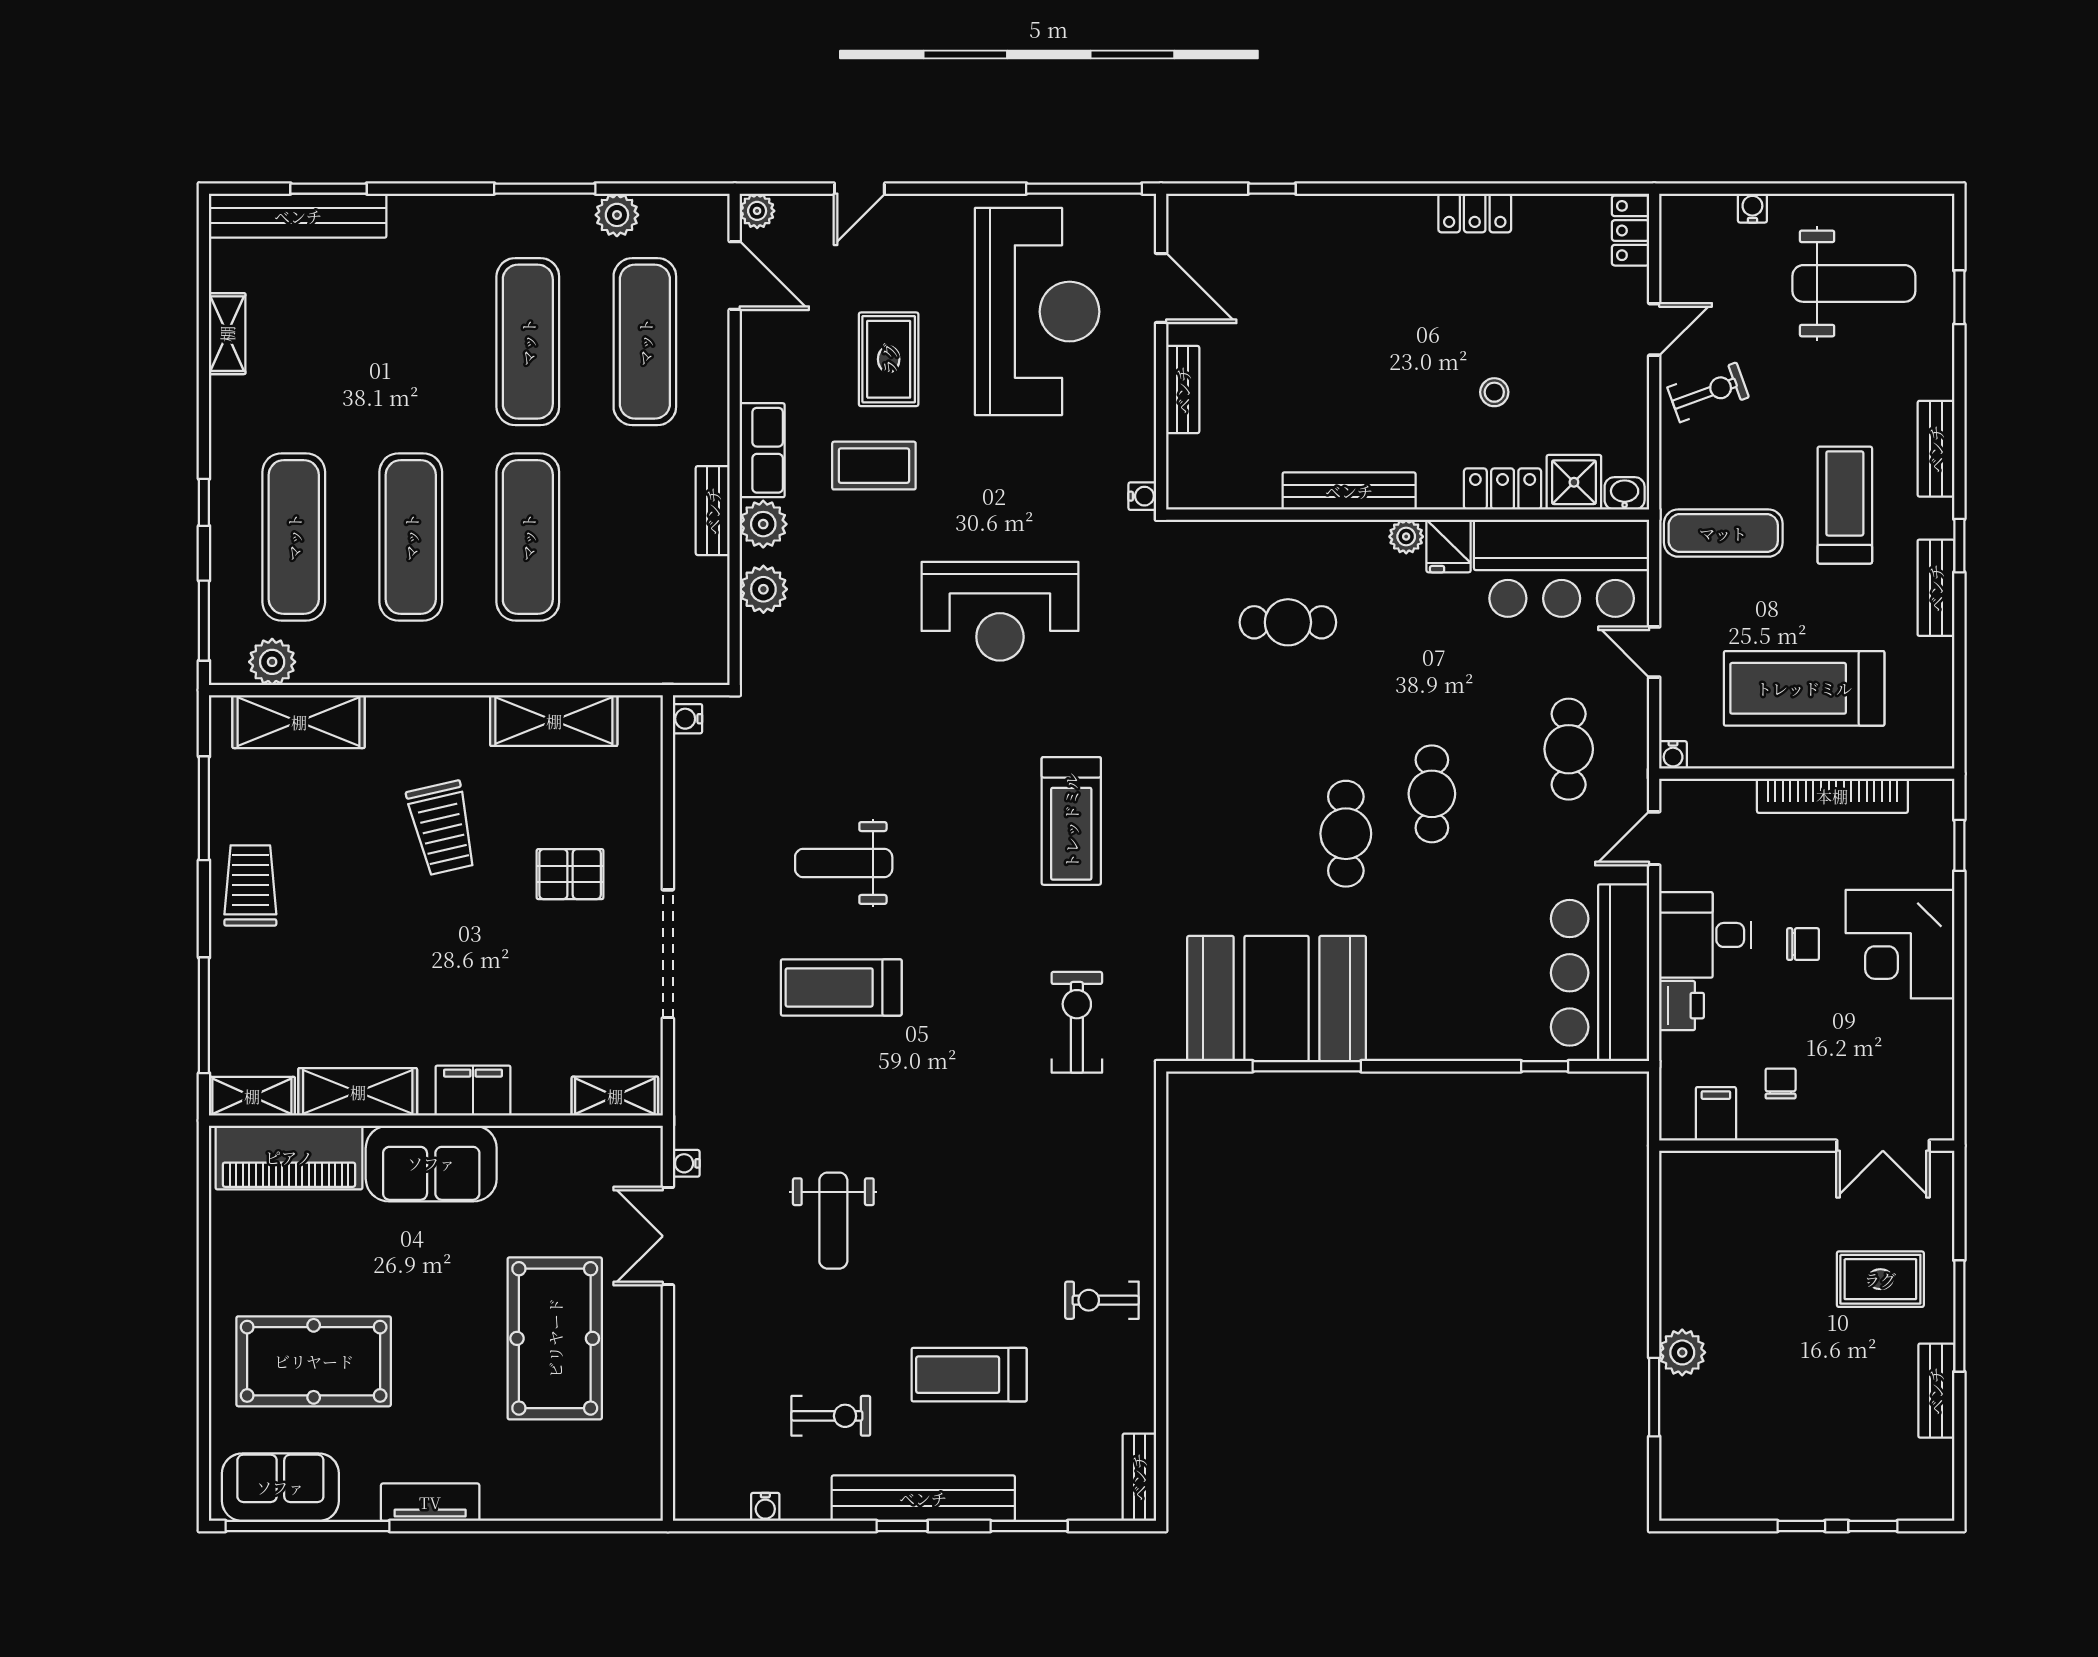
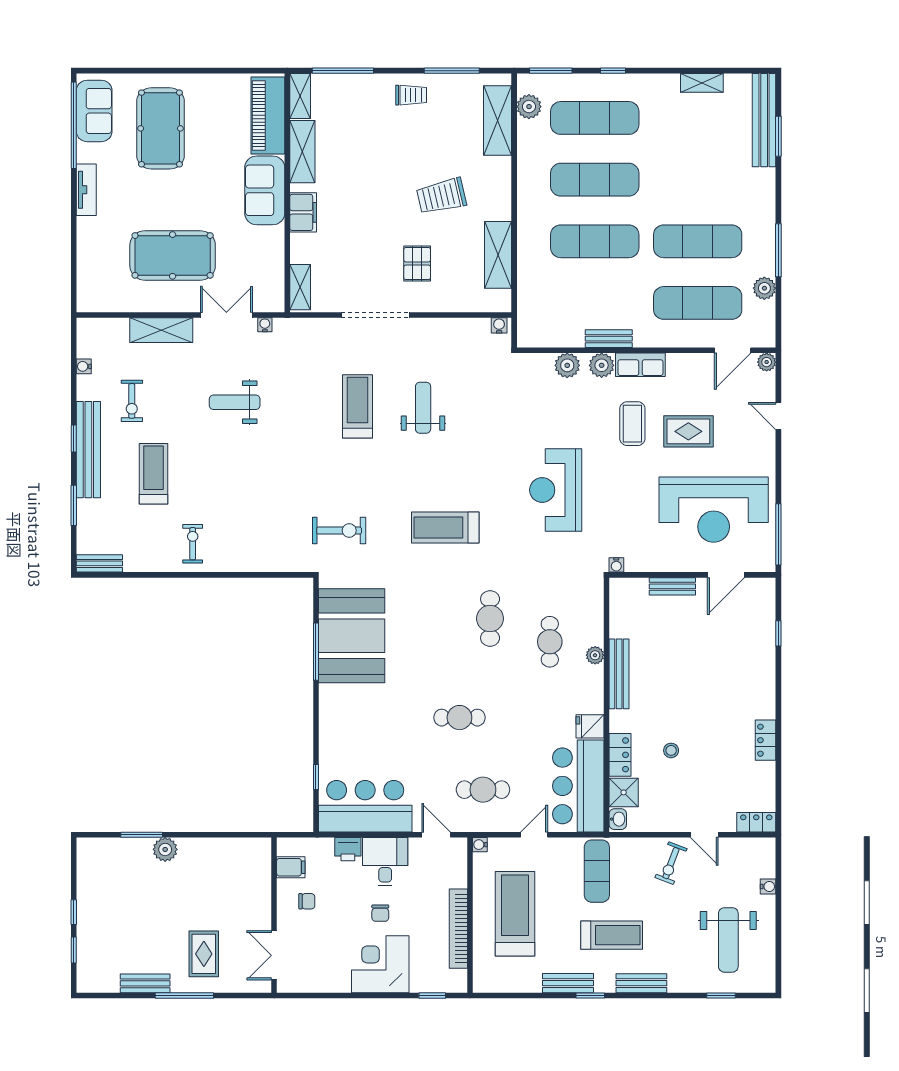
exercise bike: (1708, 392) -> (671, 863), turned 41
plant: (1406, 537) -> (595, 655), moved
cafe table: (1346, 834) -> (490, 618), moved, turned 90
trolley: (250, 886) -> (411, 95), width x0.73, depth x0.72
shelving: (697, 1360) -> (161, 330), added

